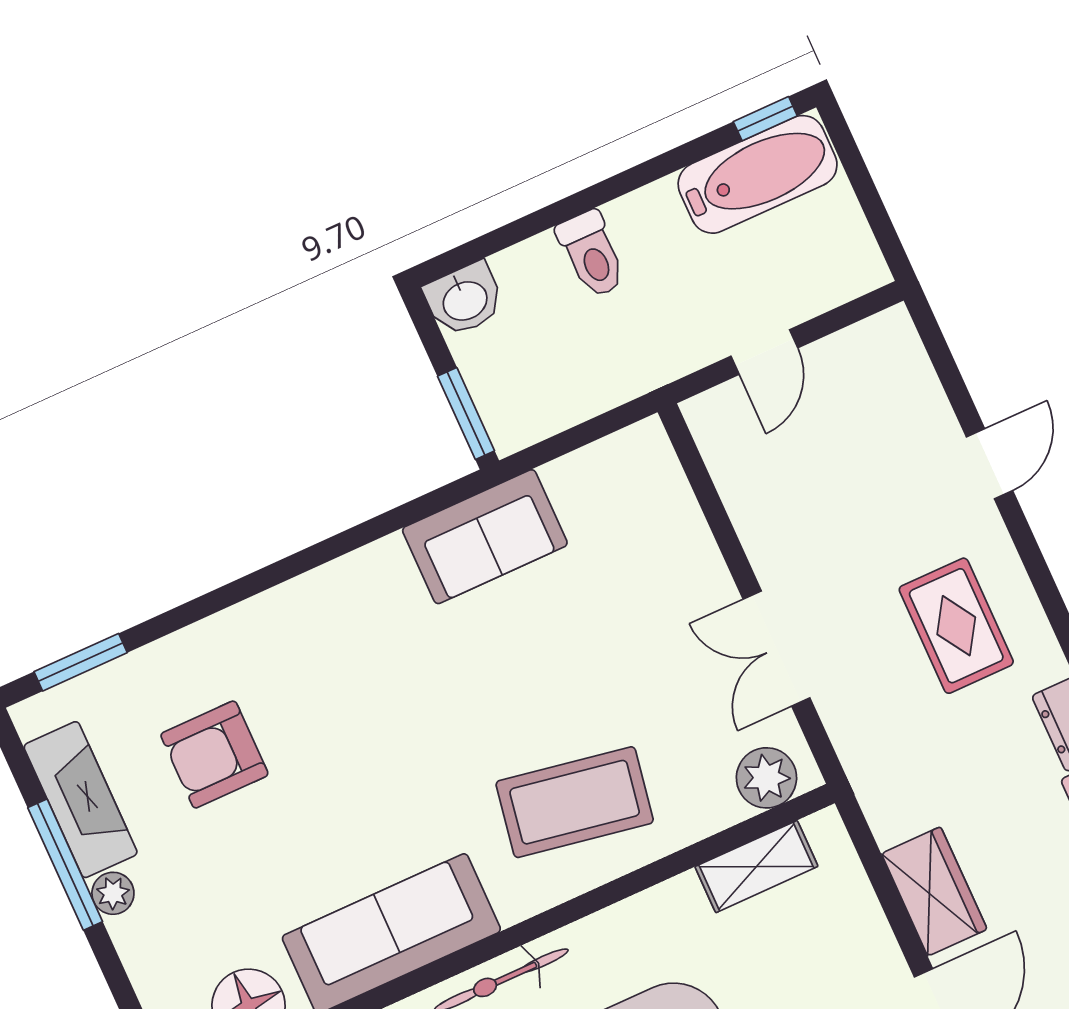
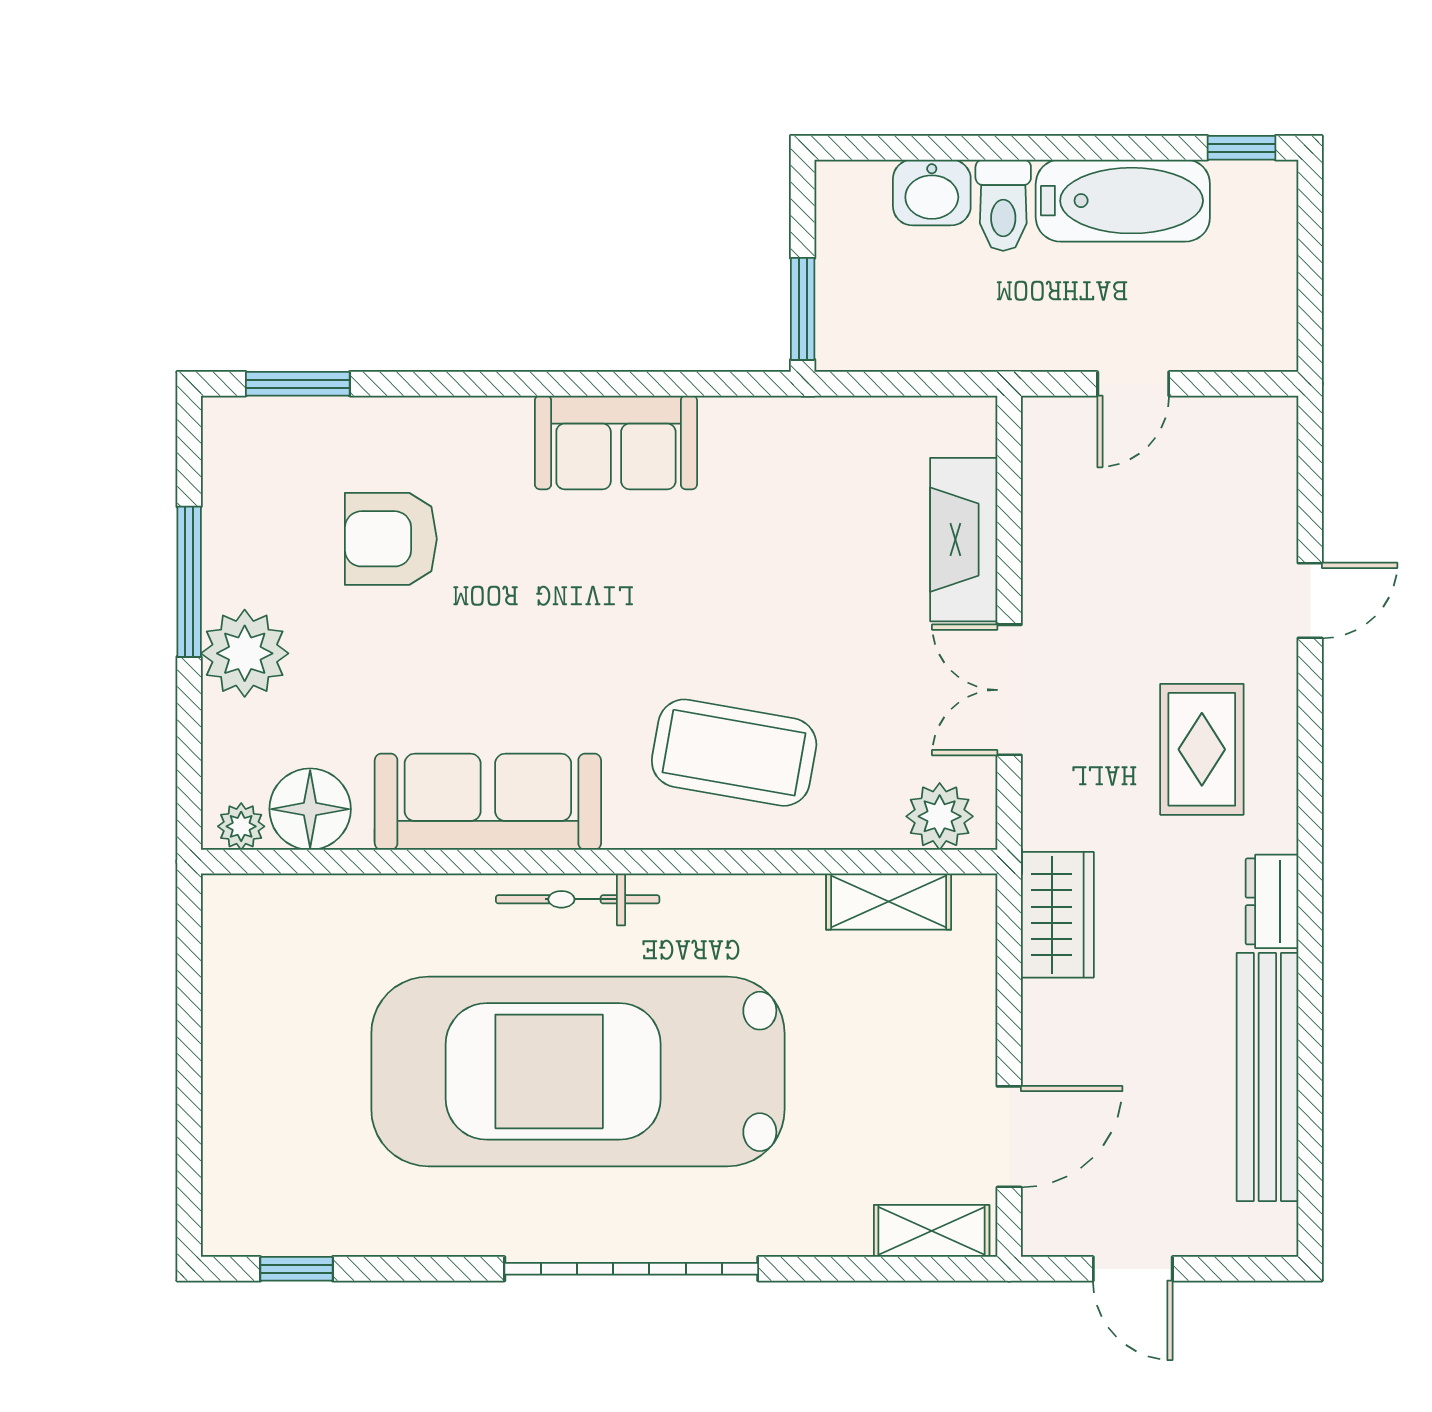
bathtub: (758, 174) -> (1123, 201), moved
washbasin: (464, 299) -> (932, 192), moved
sofa: (485, 537) -> (616, 442), moved
fireplace: (81, 800) -> (964, 540), moved, turned 180
wardrobe: (934, 891) -> (1057, 915), moved
plant: (113, 893) -> (245, 653), width x1.87, depth x1.87

